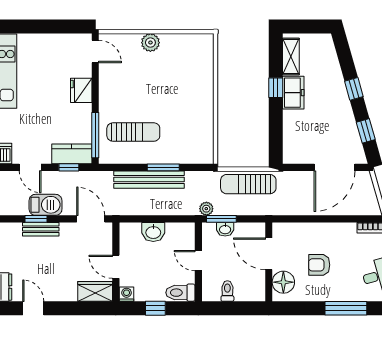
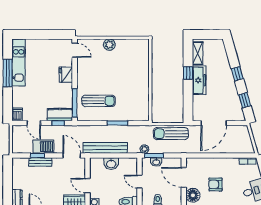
freezer: (293, 93) -> (199, 80), width x1.40
door: (334, 167) -> (214, 123), moved
bench: (149, 180) -> (105, 148), moved

